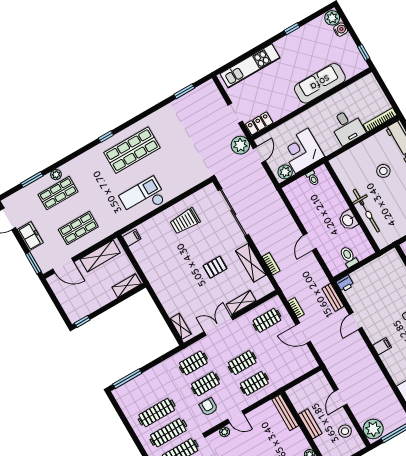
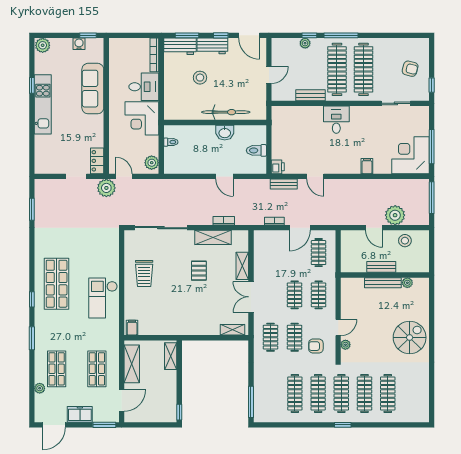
water cooler: (341, 30) -> (79, 44), moved
kitchen unit: (250, 66) -> (43, 104), moved
corner desk: (302, 151) -> (142, 118), moved
plant: (56, 175) -> (40, 388), moved
window: (32, 179) -> (32, 338), moved
clothes rail: (267, 320) -> (319, 253), moved
filing cabinet: (382, 346) -> (367, 166), moved
bench: (285, 412) -> (383, 283), moved
plant: (373, 429) -> (395, 215), moved

